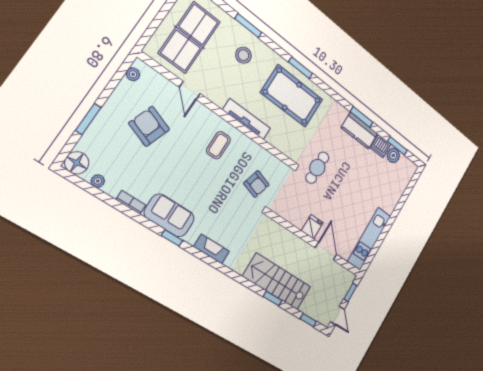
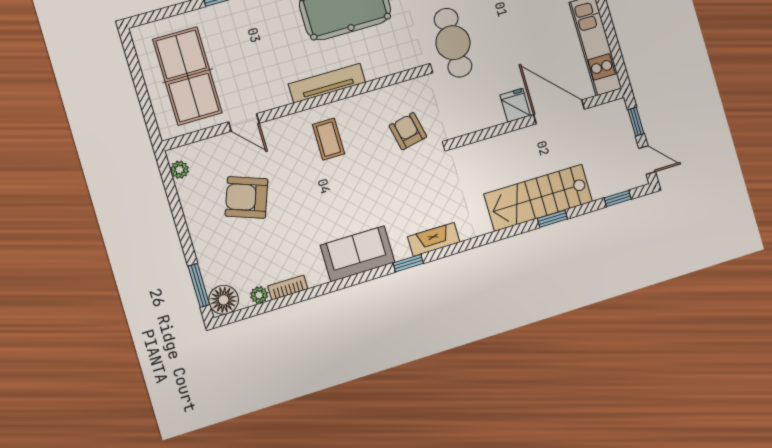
stool: (243, 55) -> (254, 29), removed
window: (88, 119) -> (199, 285), moved
cafe table: (317, 168) -> (453, 43), width x1.37, depth x1.35
armchair: (256, 184) -> (408, 131), turned -119
bookcase: (131, 202) -> (288, 287), moved
window: (172, 238) -> (408, 263), moved
door: (326, 251) -> (559, 112), width x1.36

